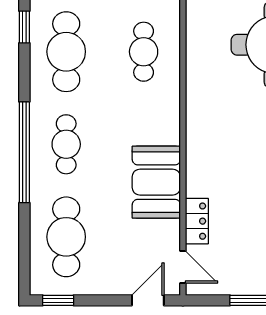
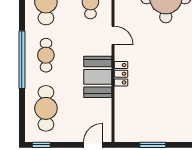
locker: (197, 221) -> (121, 74), moved
door: (183, 267) -> (113, 35), moved

